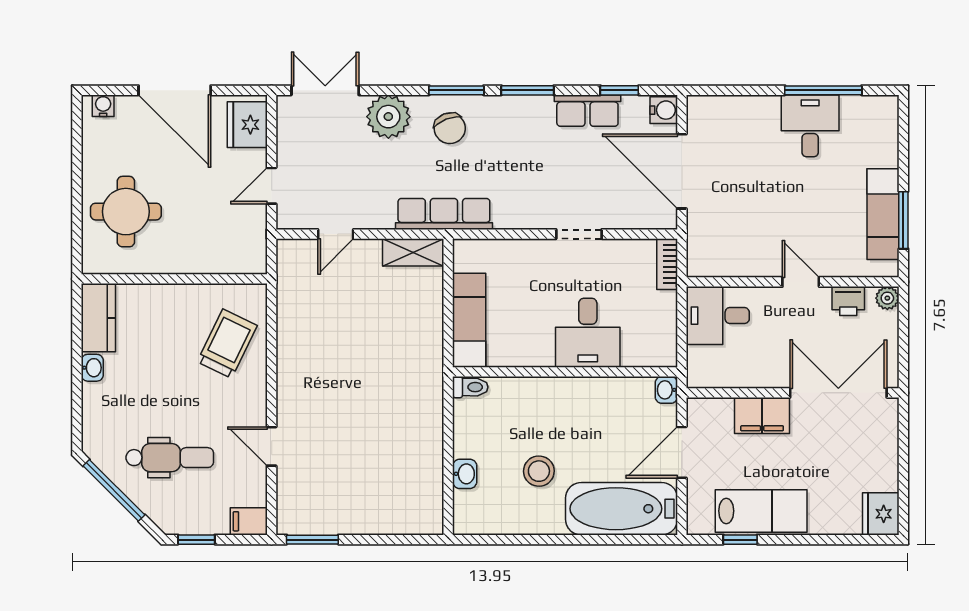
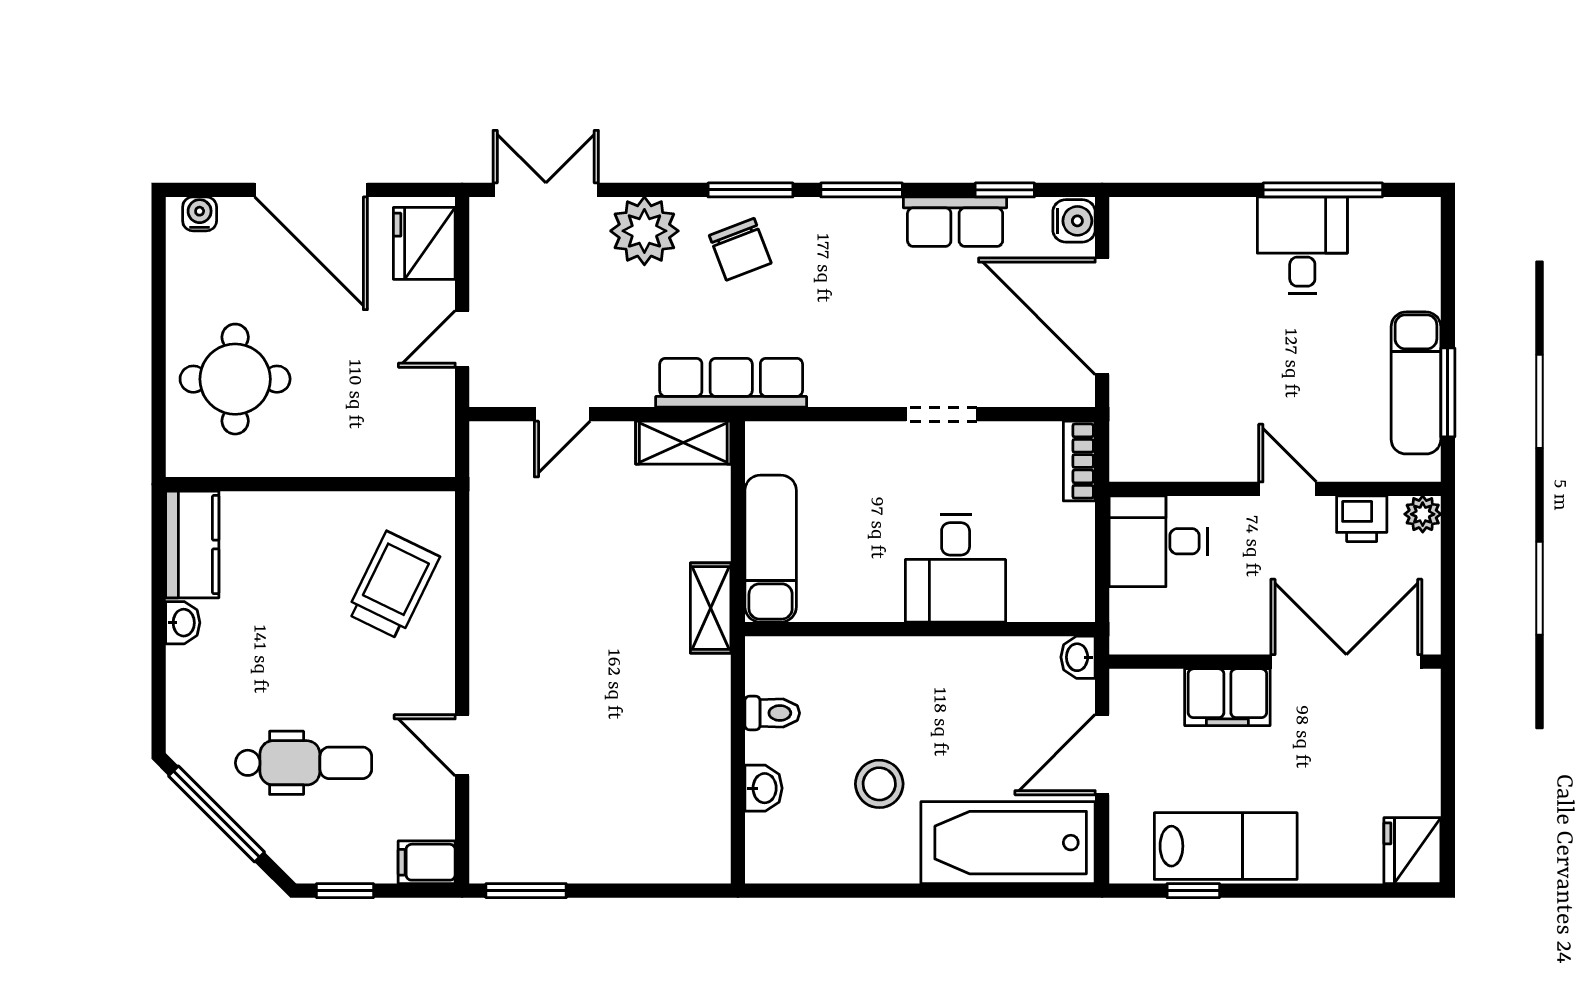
shelving: (431, 358) -> (711, 608), added
toilet: (470, 387) -> (772, 713), moved

